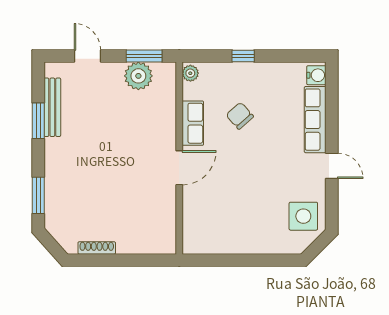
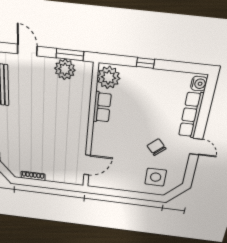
plant: (190, 73) -> (109, 77), width x1.88, depth x1.88
chair: (240, 116) -> (156, 147), moved
door: (179, 168) -> (87, 165), moved
side table: (303, 216) -> (156, 177), moved

